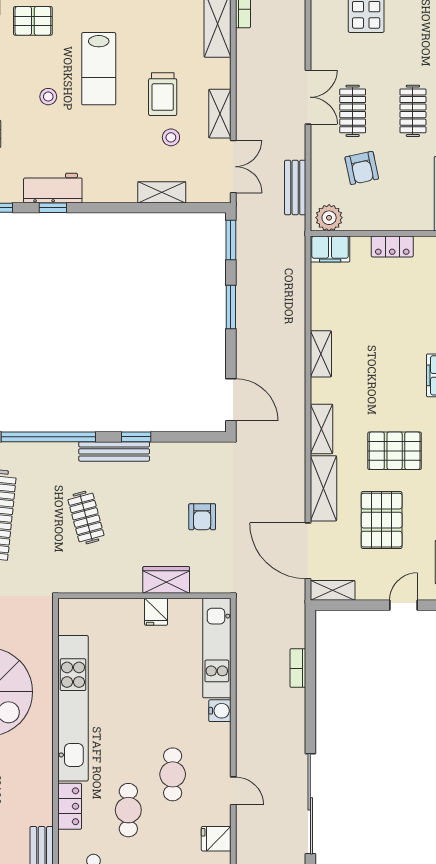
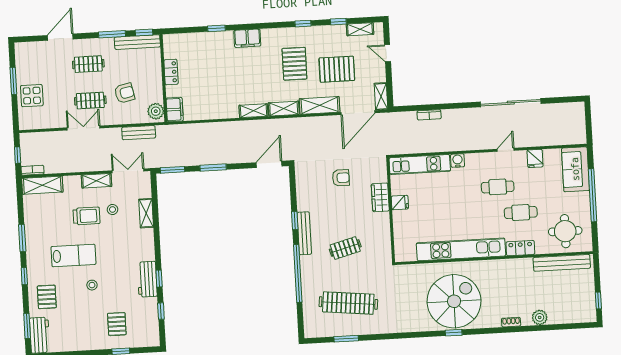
shelving: (321, 354) -> (253, 111), moved

